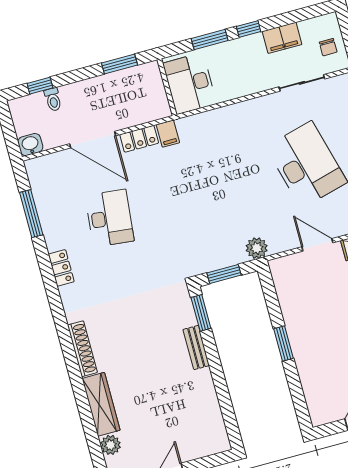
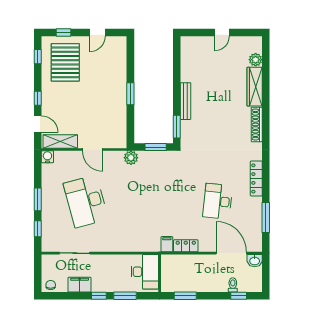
chair: (328, 47) -> (51, 285), moved
door: (93, 140) -> (231, 253), moved
locker: (61, 268) -> (256, 178), width x1.53
bench: (196, 347) -> (186, 101), width x1.36

